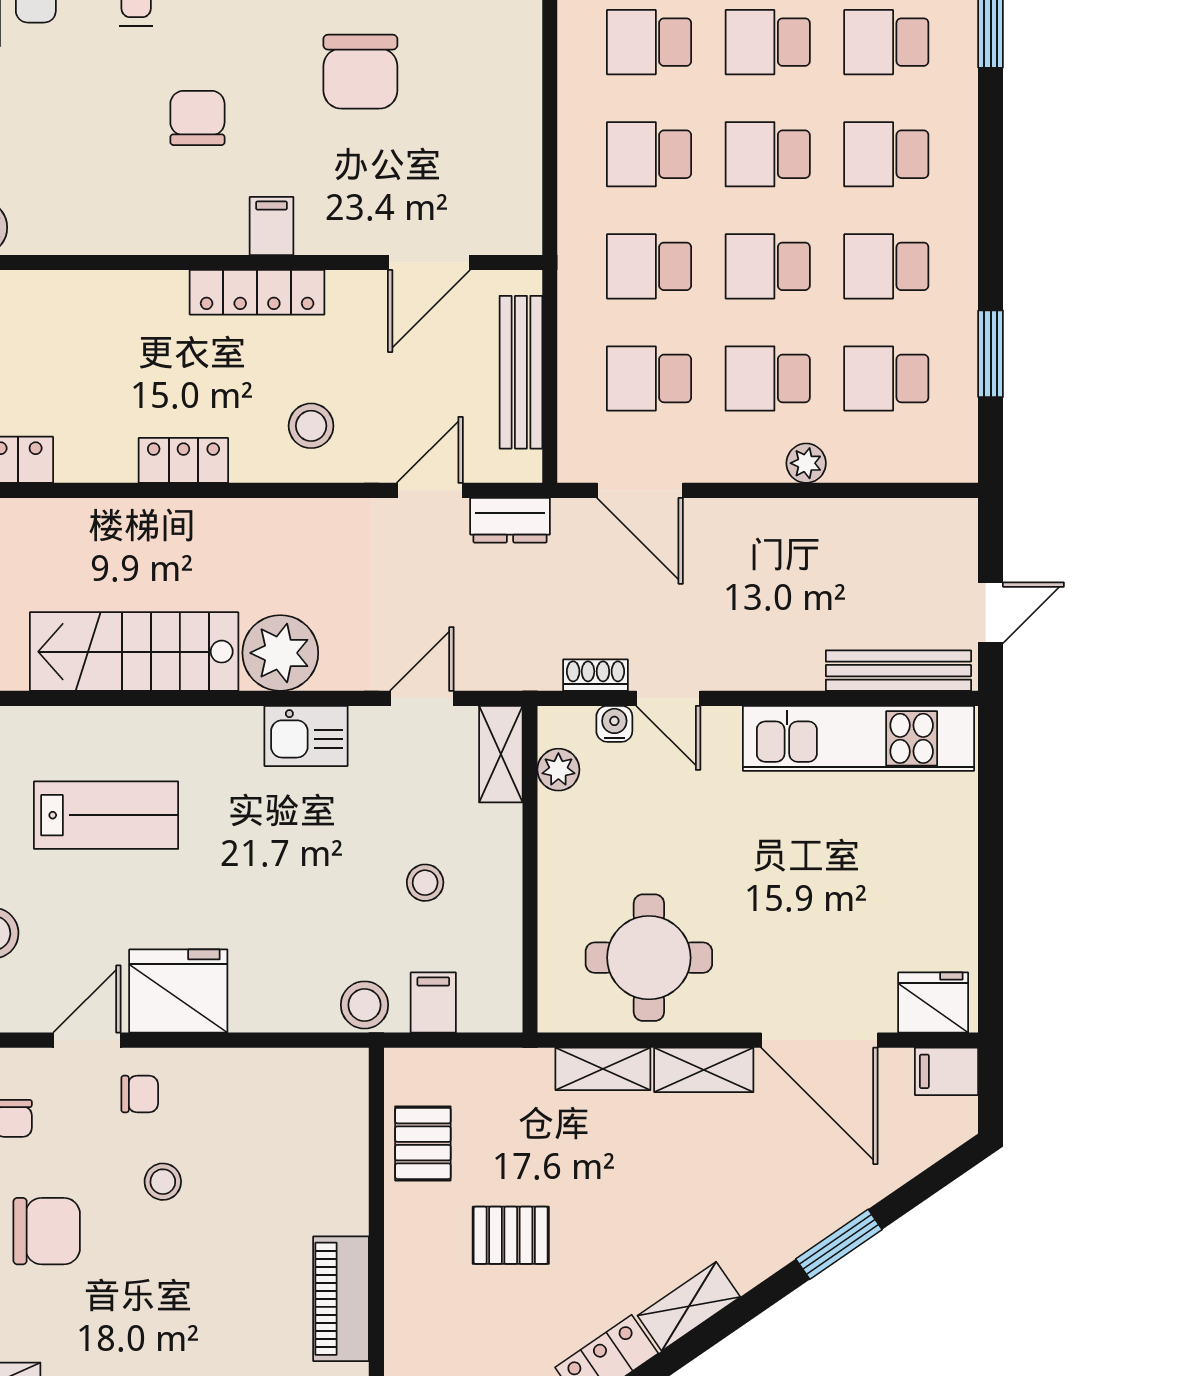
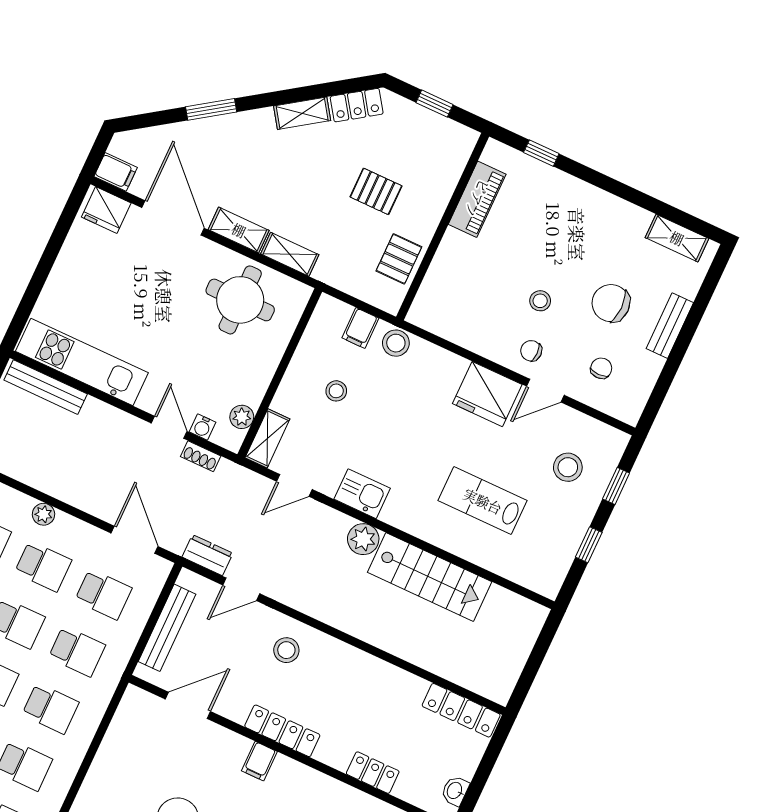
locker: (183, 460) -> (373, 773), moved, turned 180
plant: (280, 653) -> (363, 539), width x0.73, depth x0.73

